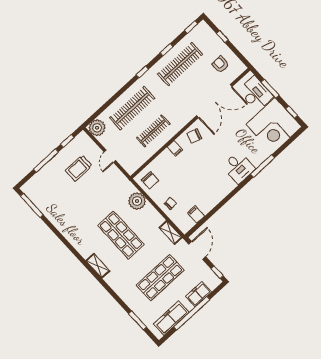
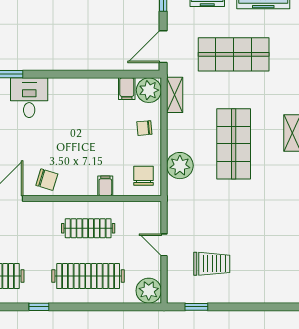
filing cabinet: (175, 148) -> (105, 186), moved
door: (110, 156) -> (164, 245), swing flipped
window: (46, 161) -> (241, 307), removed
plant: (185, 223) -> (149, 90), added

